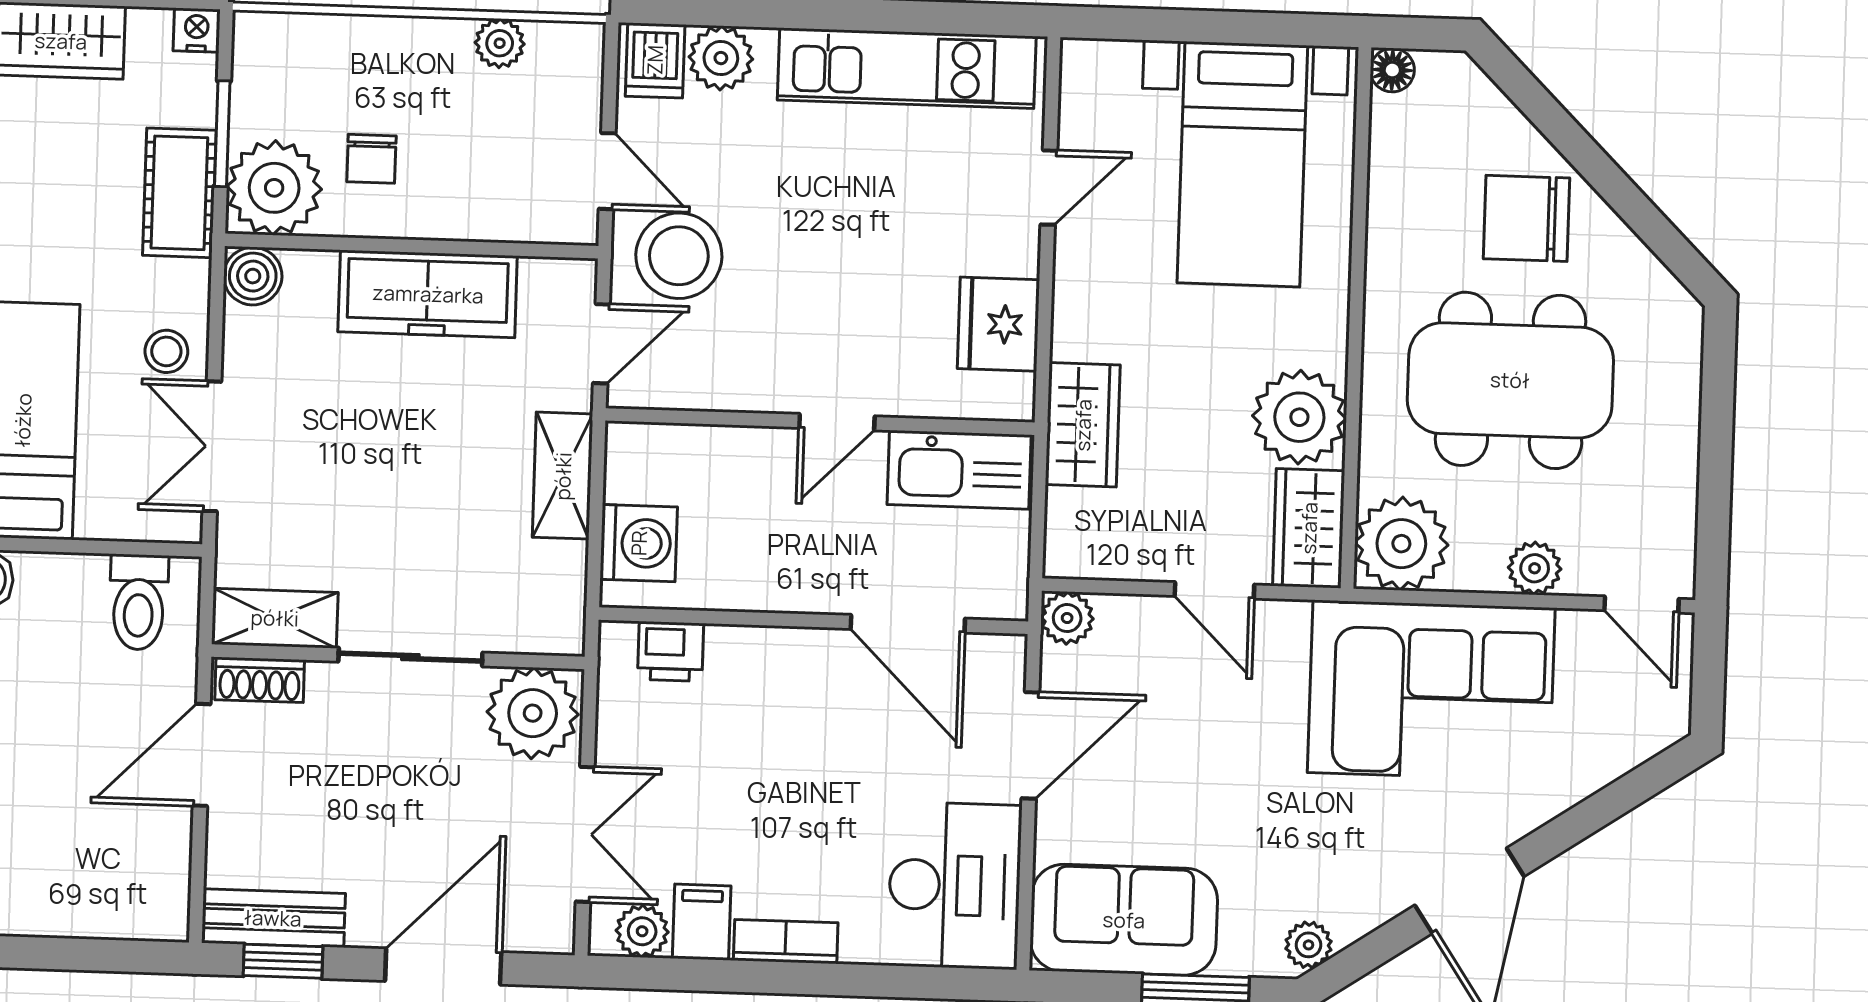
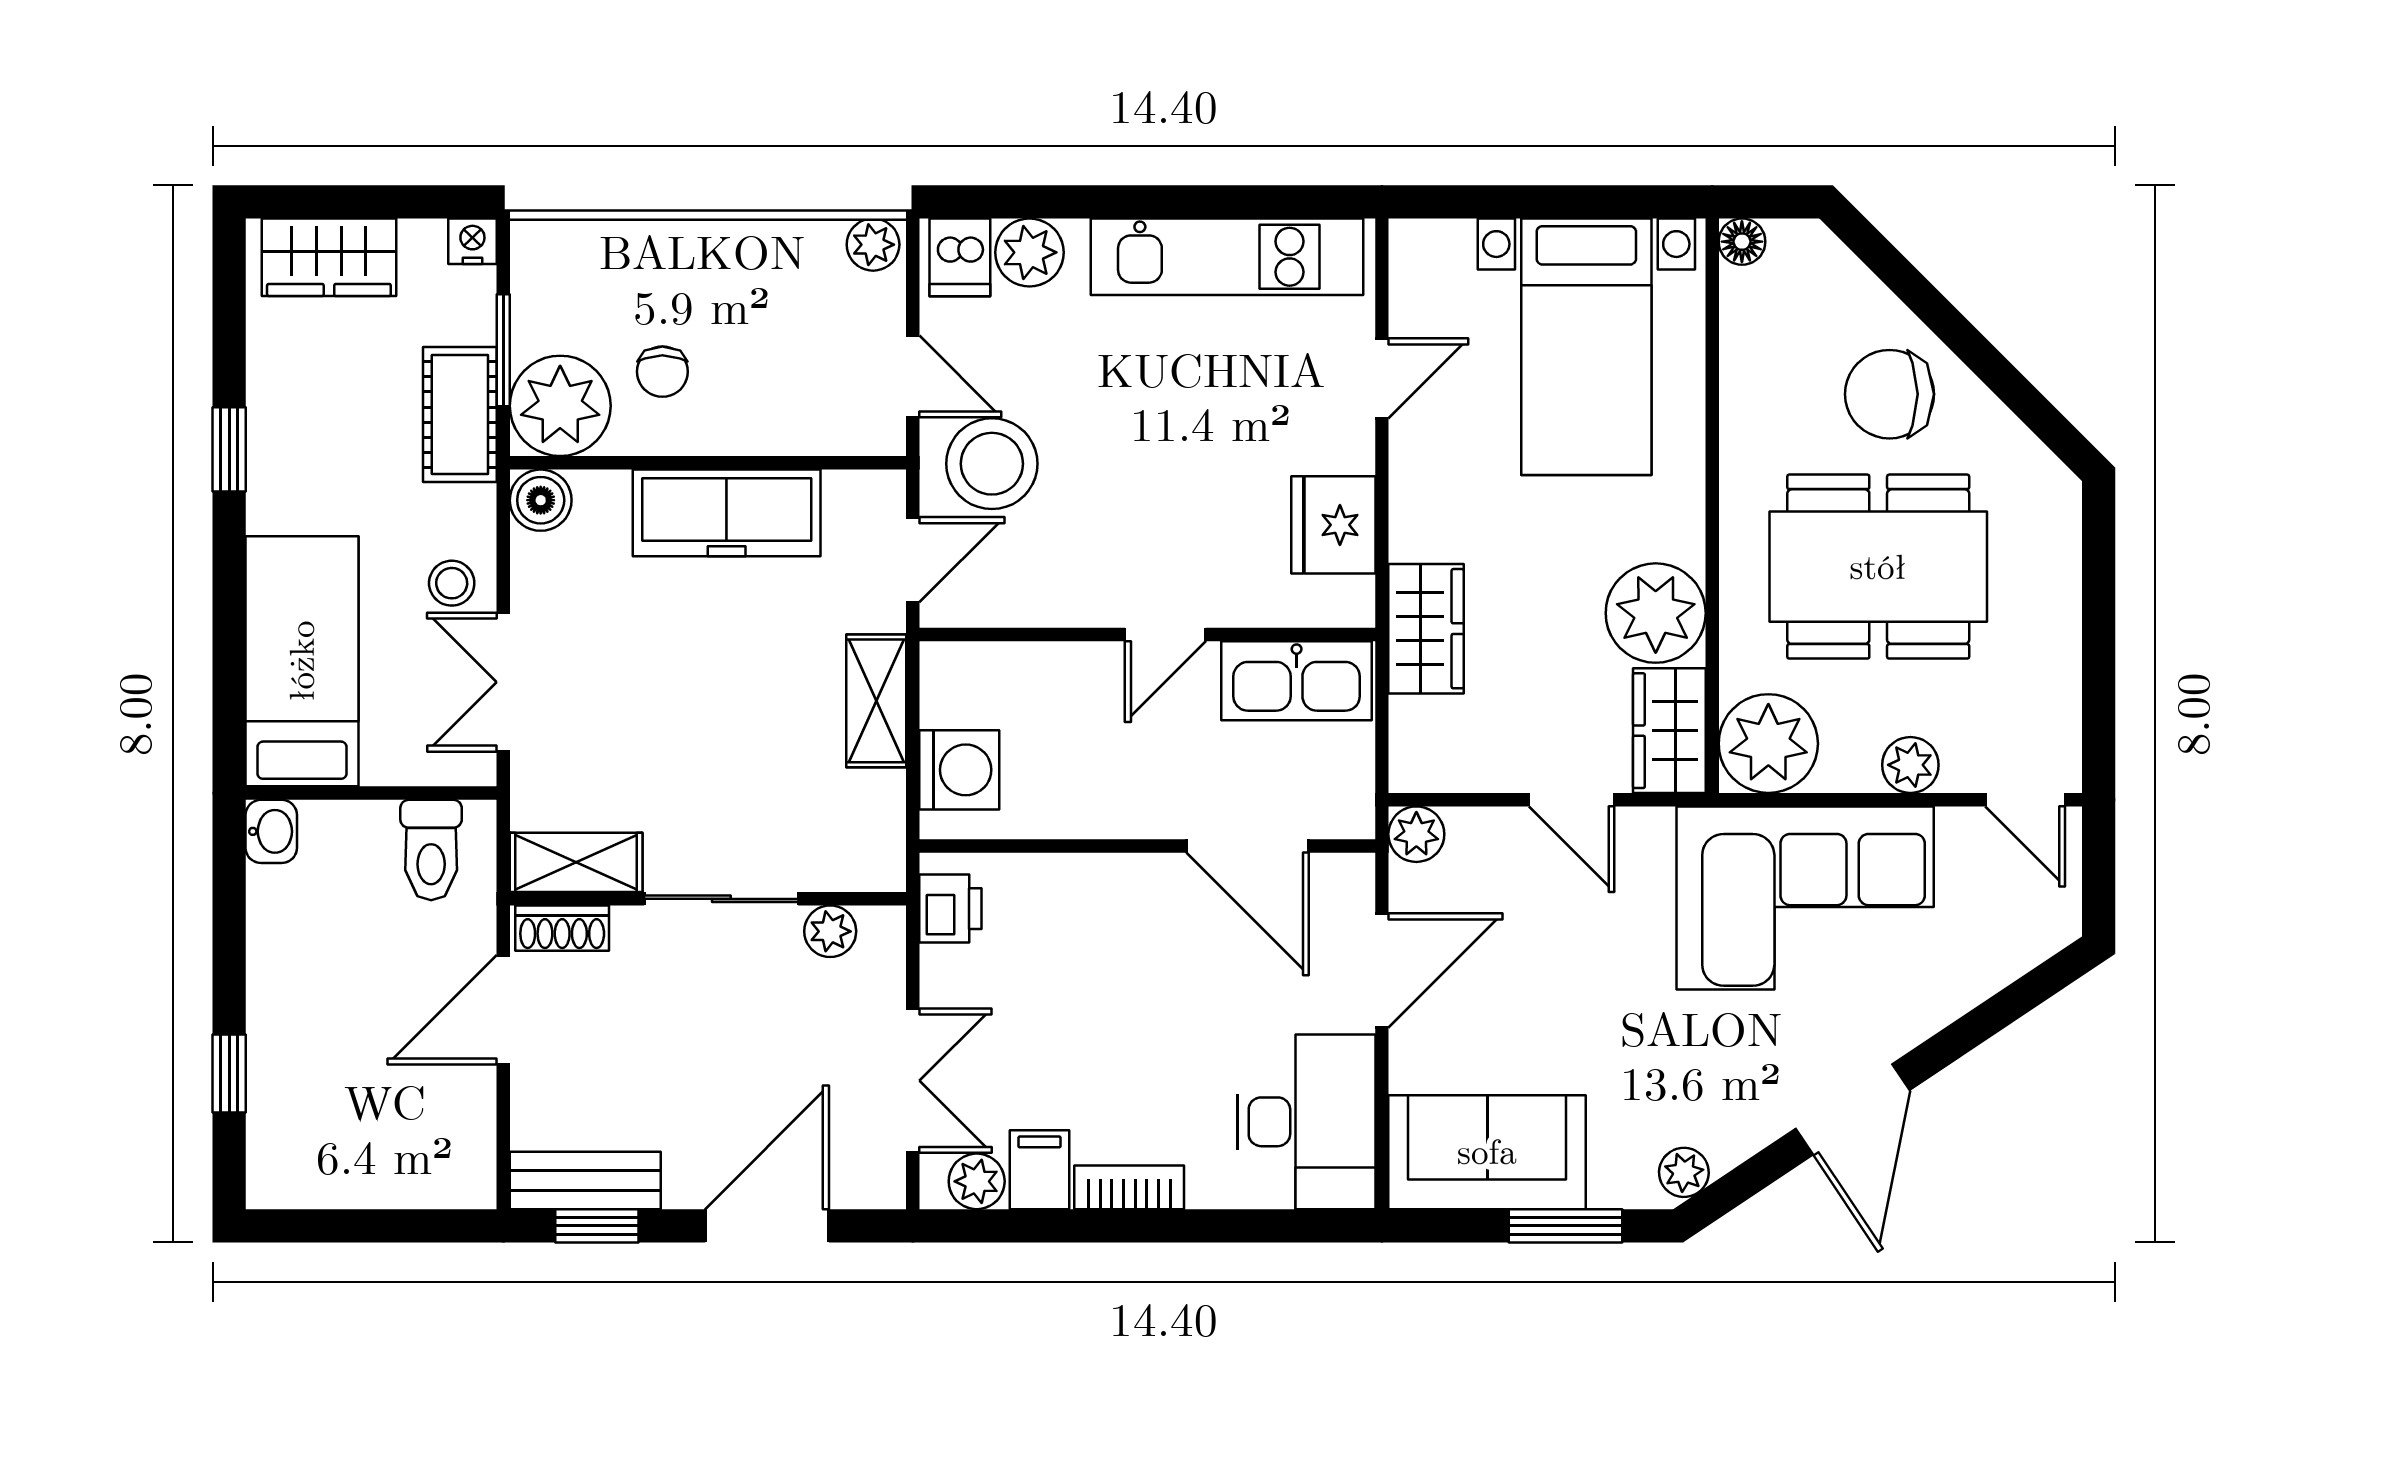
plant: (500, 43) -> (873, 245), moved
printer: (671, 651) -> (950, 909), moved, turned -90
plant: (533, 713) -> (830, 931), width x0.53, depth x0.53

